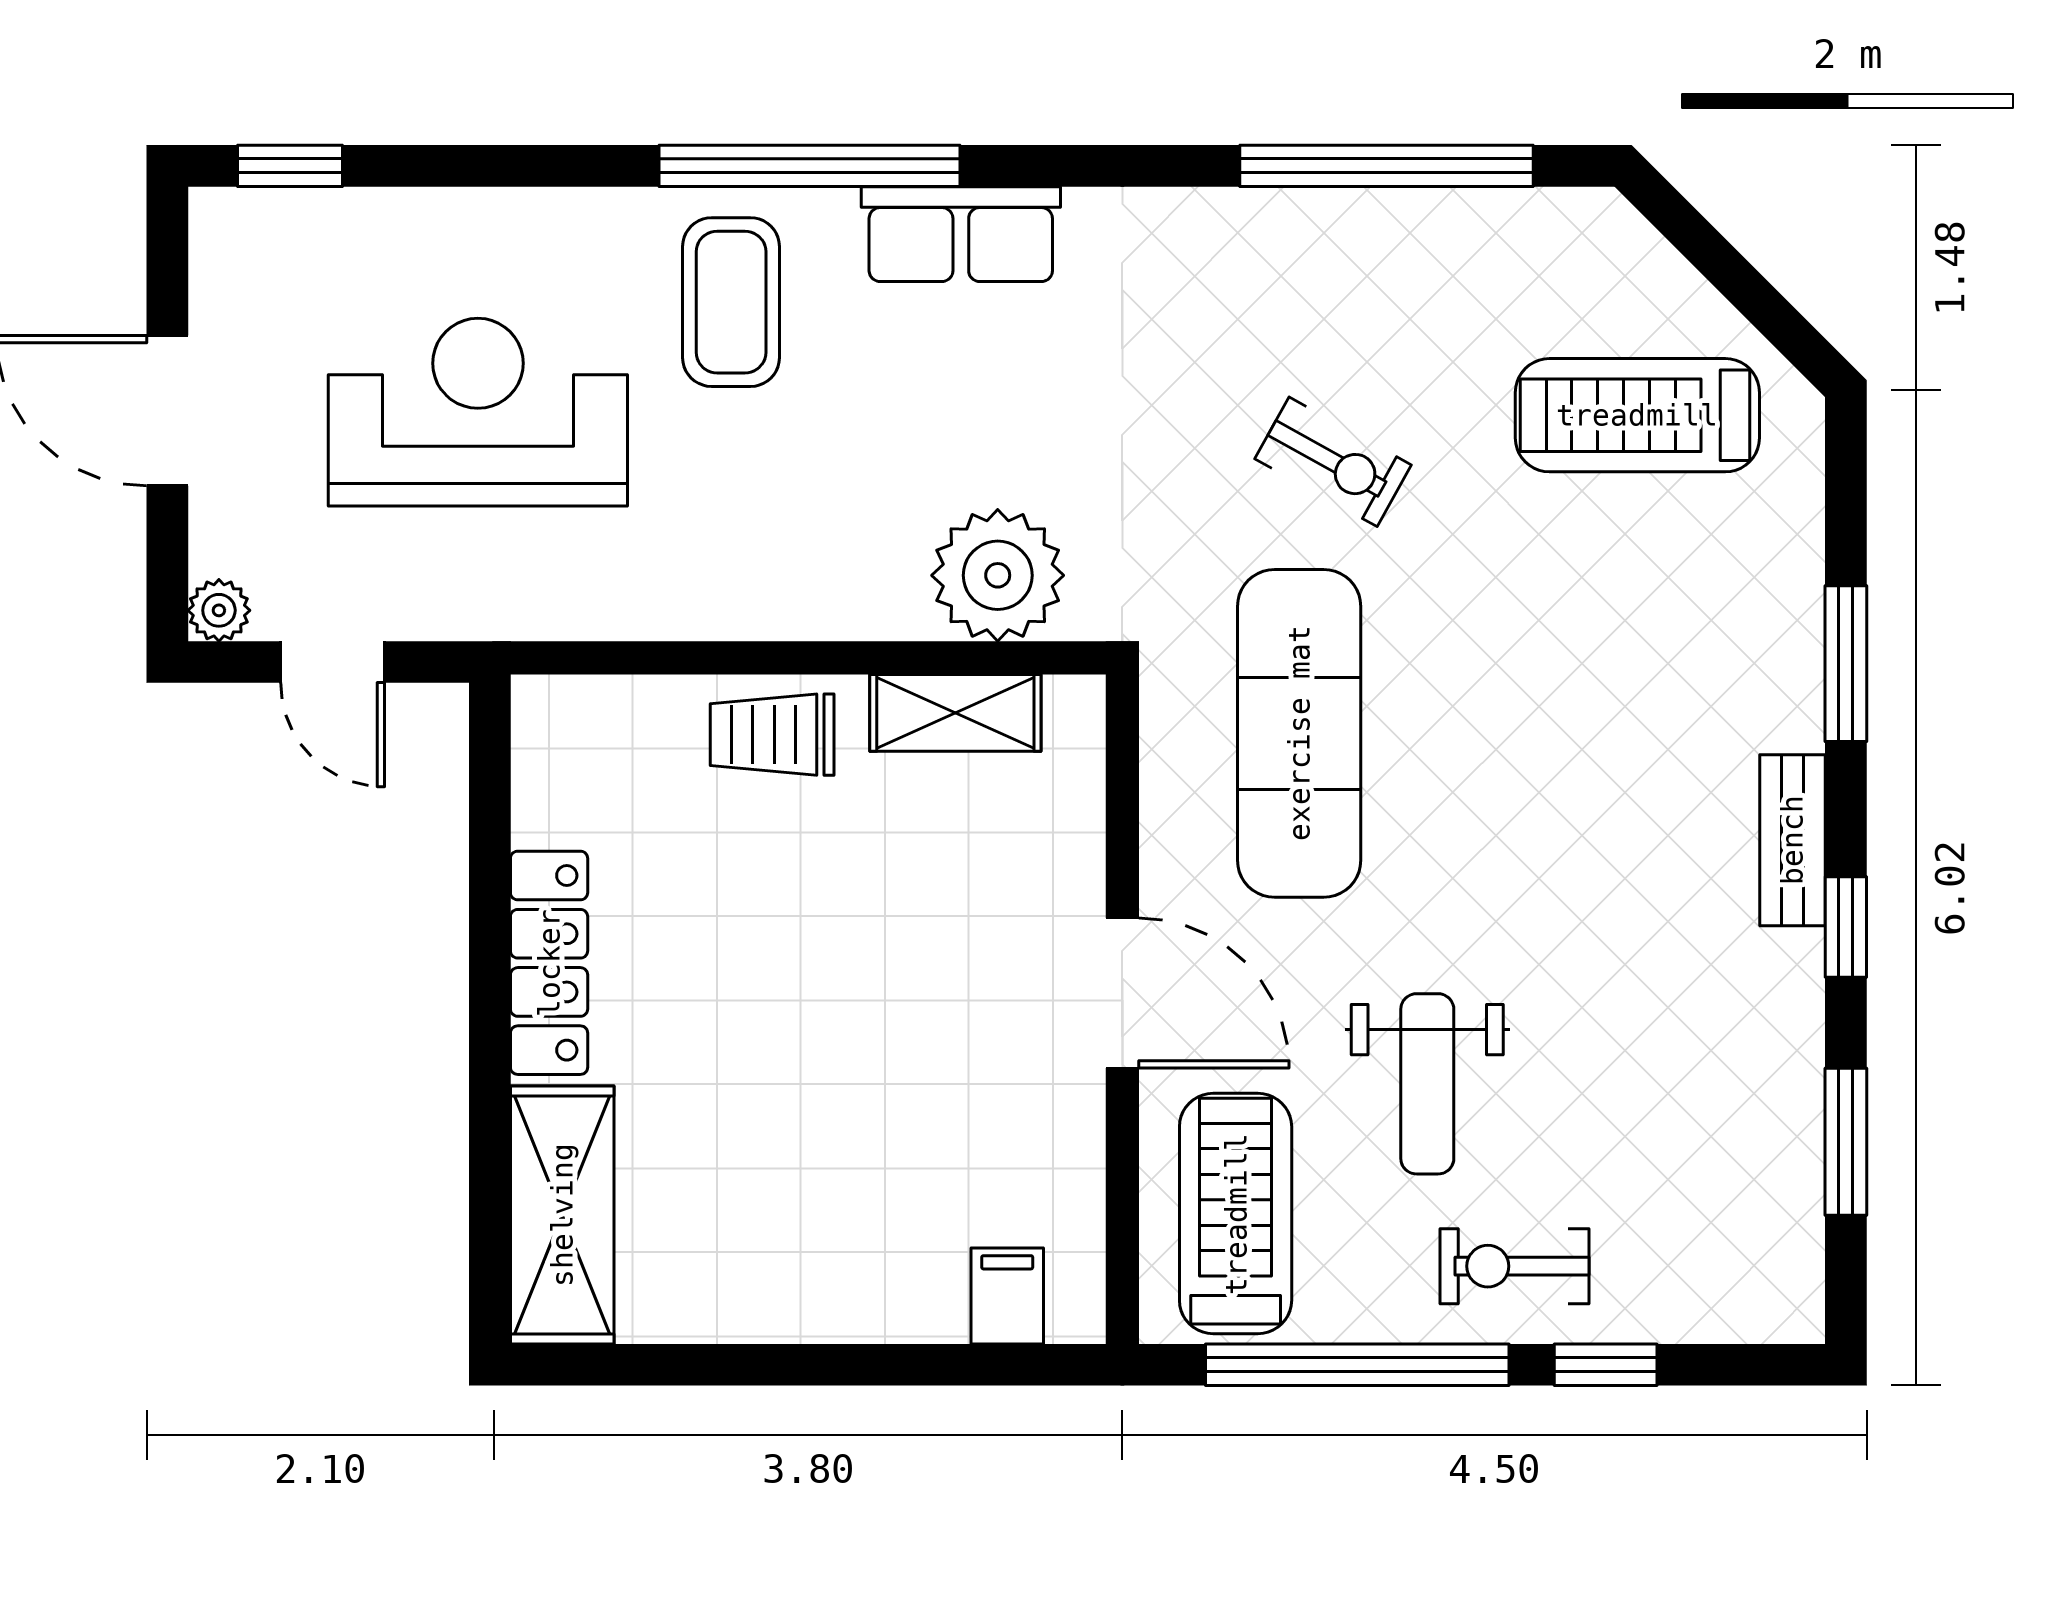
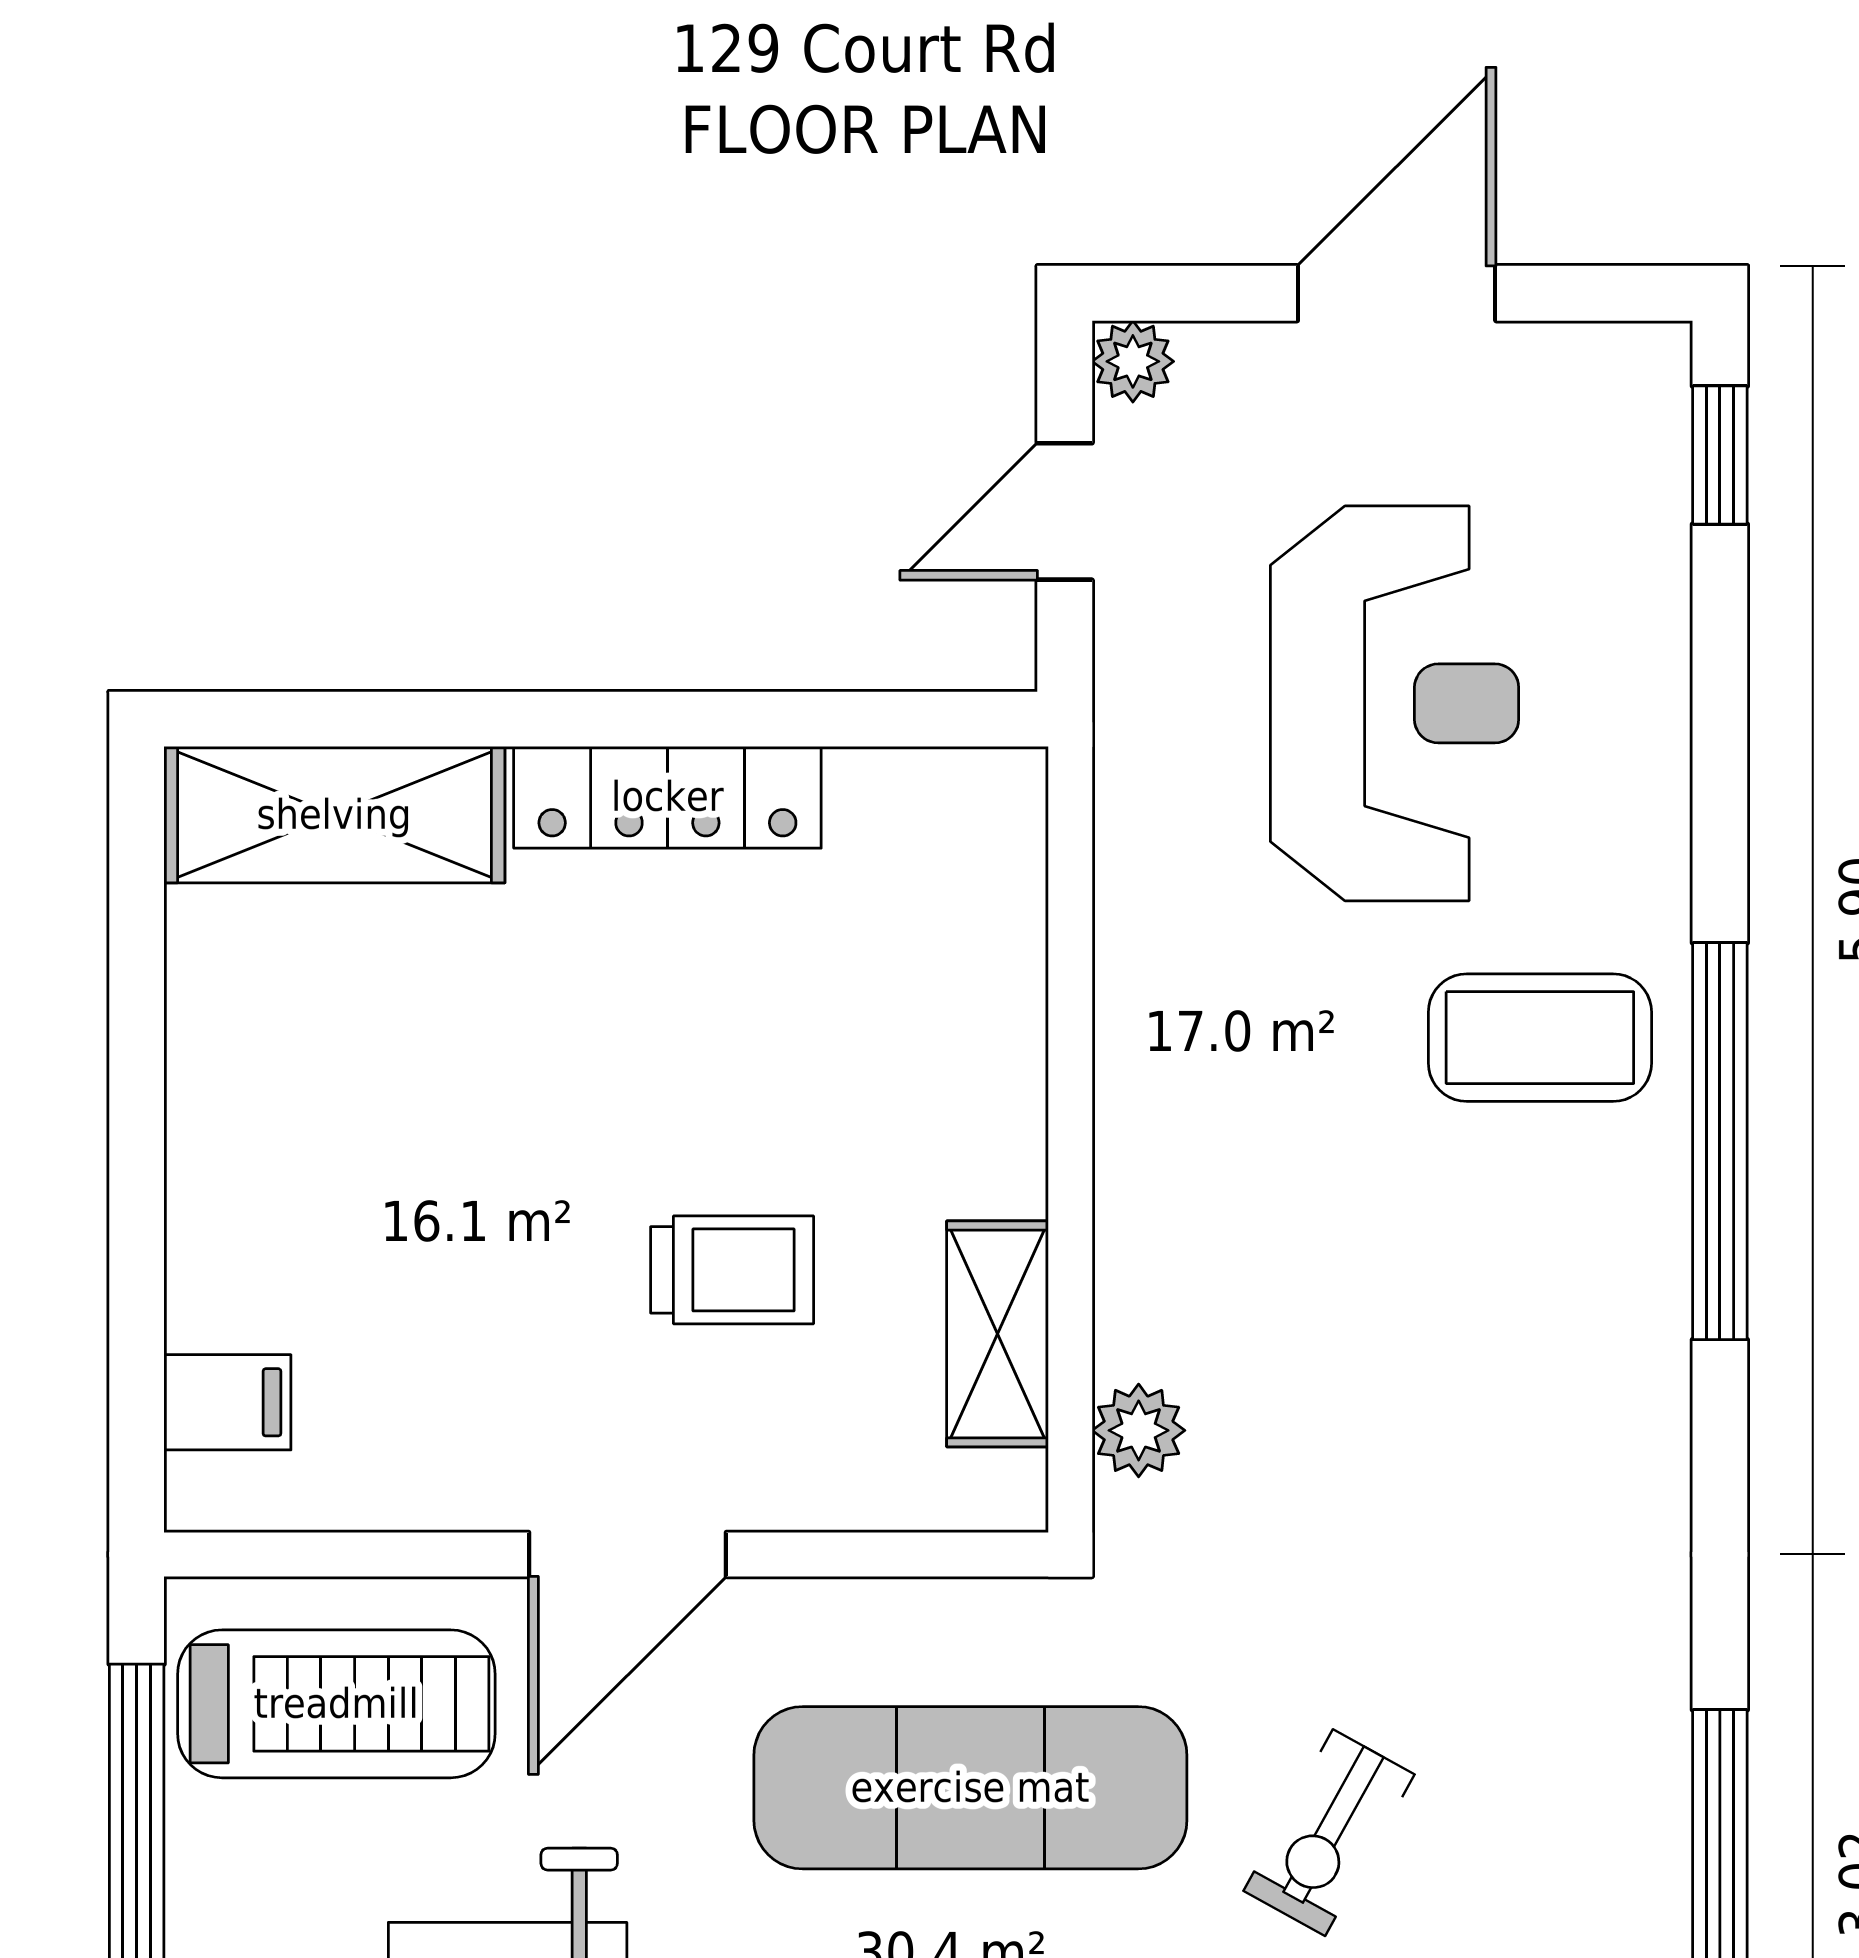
row of seats: (961, 234) -> (1630, 1341), removed
plant: (998, 575) -> (1139, 1430), width x0.53, depth x0.53
trolley: (772, 735) -> (732, 1270), moved, turned 90

